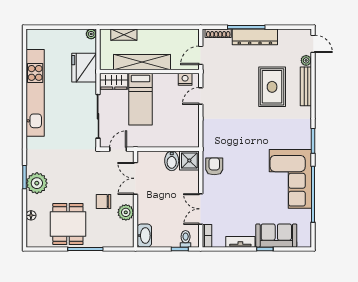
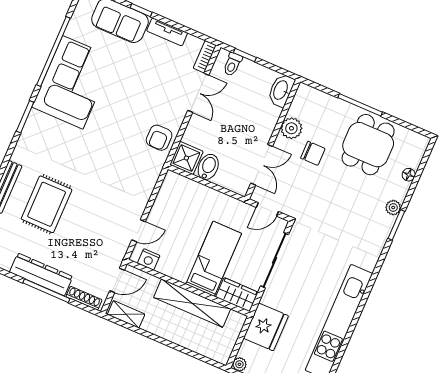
shelving: (124, 35) -> (126, 314), moved
plant: (37, 183) -> (393, 208), width x0.53, depth x0.53

